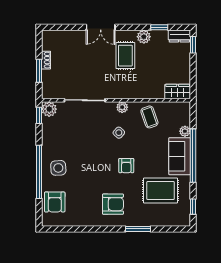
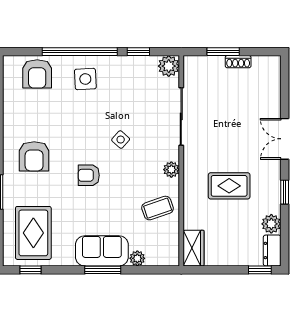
window: (159, 27) -> (285, 192), moved
plant: (144, 37) -> (271, 224), moved
rug: (125, 56) -> (229, 186), moved
window: (39, 115) -> (138, 52), moved
side table: (119, 133) -> (121, 140), moved
window: (193, 156) -> (103, 270), width x0.47
rug: (161, 191) -> (33, 233), moved
armchair: (55, 202) -> (37, 74), turned -90

